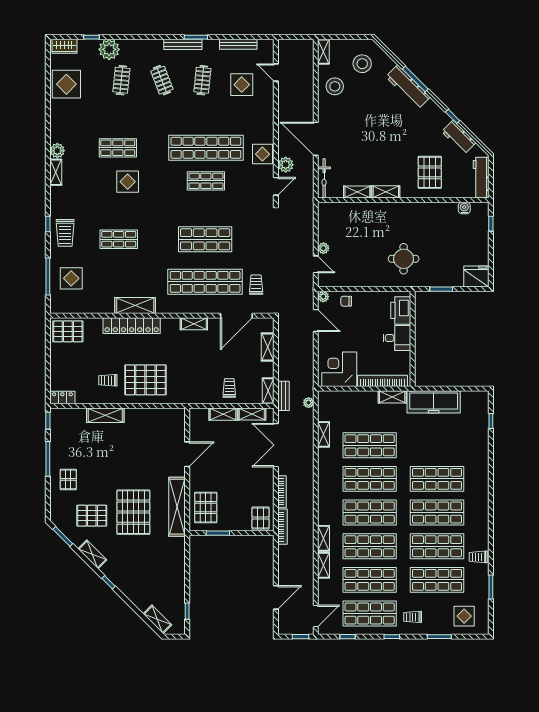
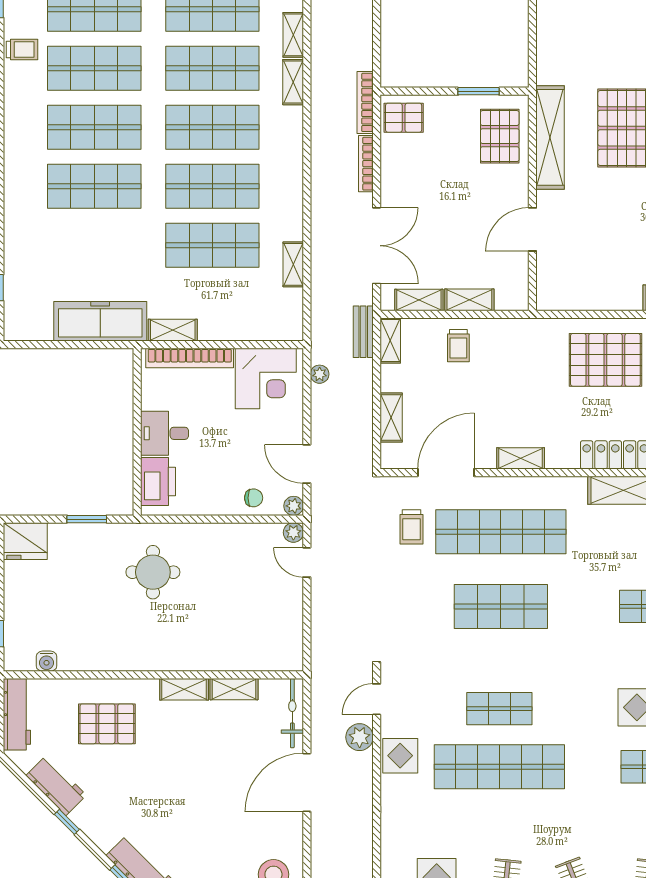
door: (316, 139) -> (307, 782), swing flipped
pallet: (430, 172) -> (107, 724), turned 90
plant: (323, 248) -> (293, 532), moved
plant: (309, 403) -> (320, 374), moved
pallet: (261, 518) -> (404, 118), turned 90

